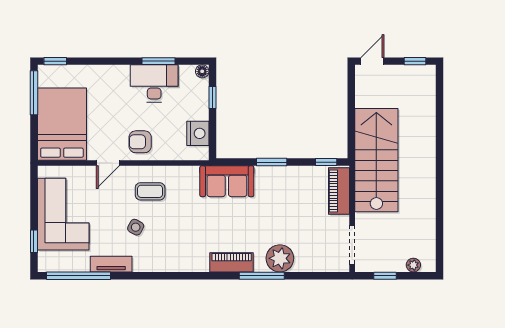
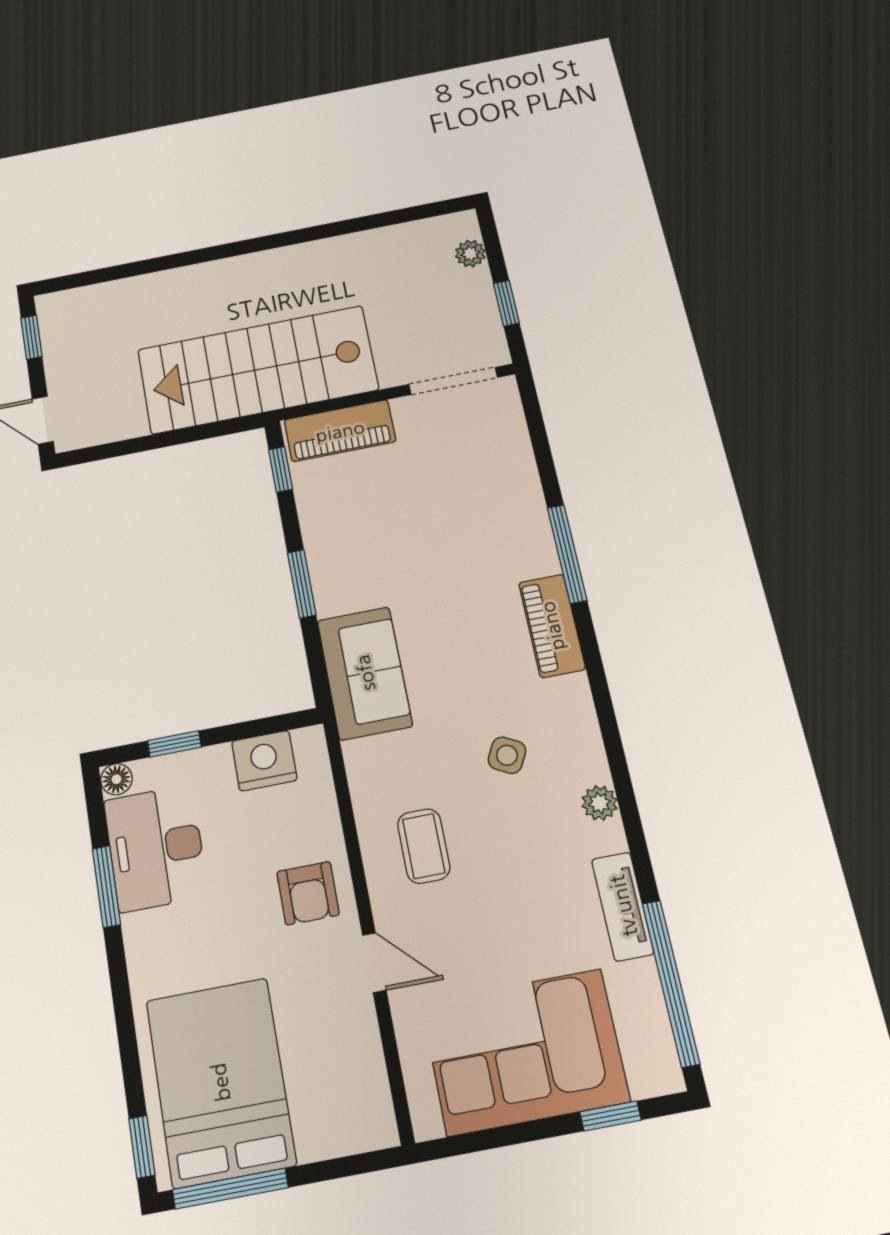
desk: (154, 83) -> (156, 848), moved
bed: (62, 124) -> (220, 1082), moved, turned 90
side table: (136, 227) -> (507, 755), moved
plant: (280, 258) -> (600, 803), moved, width x0.53, depth x0.53

